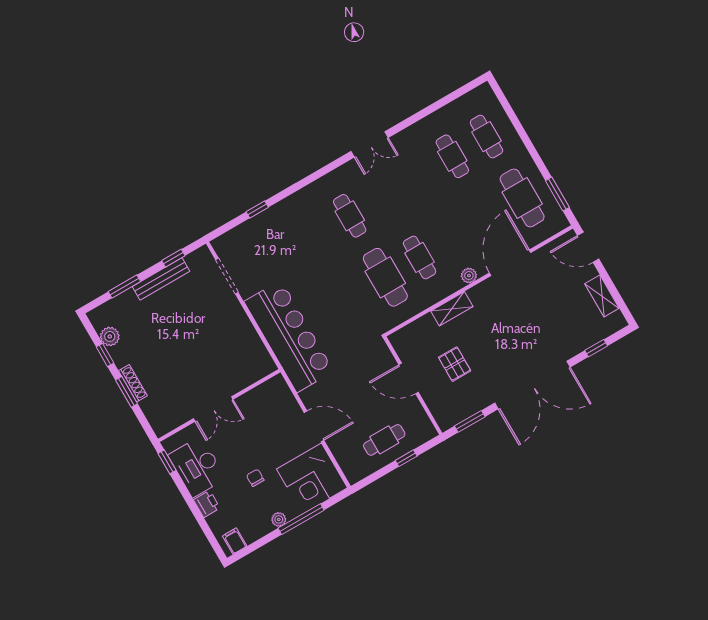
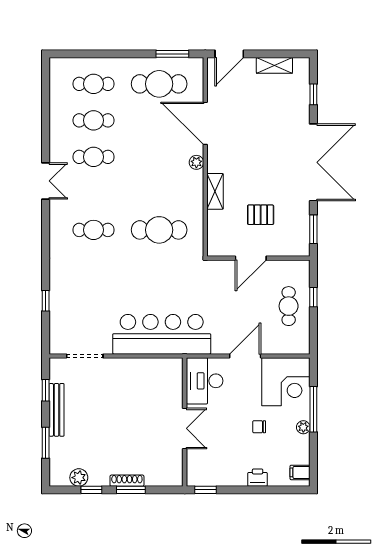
cafe table: (420, 257) -> (94, 157), moved
desk: (197, 467) -> (205, 381), moved, turned 90

